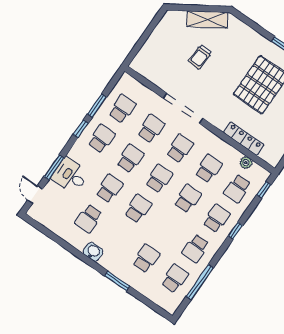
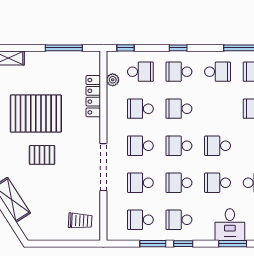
trolley: (200, 57) -> (80, 221), moved
pallet: (226, 67) -> (42, 155), added

